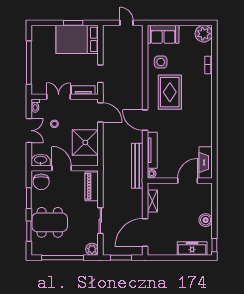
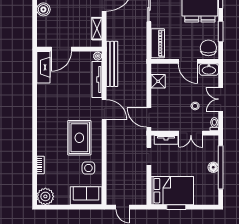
floor lamp: (36, 63) -> (213, 167), added
shower: (85, 142) -> (158, 81), width x0.54, depth x0.54

